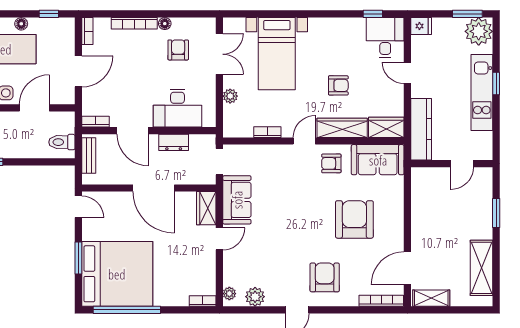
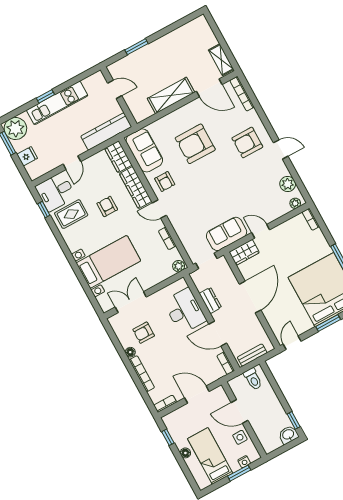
fridge: (421, 26) -> (27, 156), moved, turned 90
rug: (352, 41) -> (71, 214), added
plant: (230, 96) -> (179, 266), moved
door: (133, 131) -> (218, 334), swing flipped
shelving: (482, 268) -> (171, 95), moved

